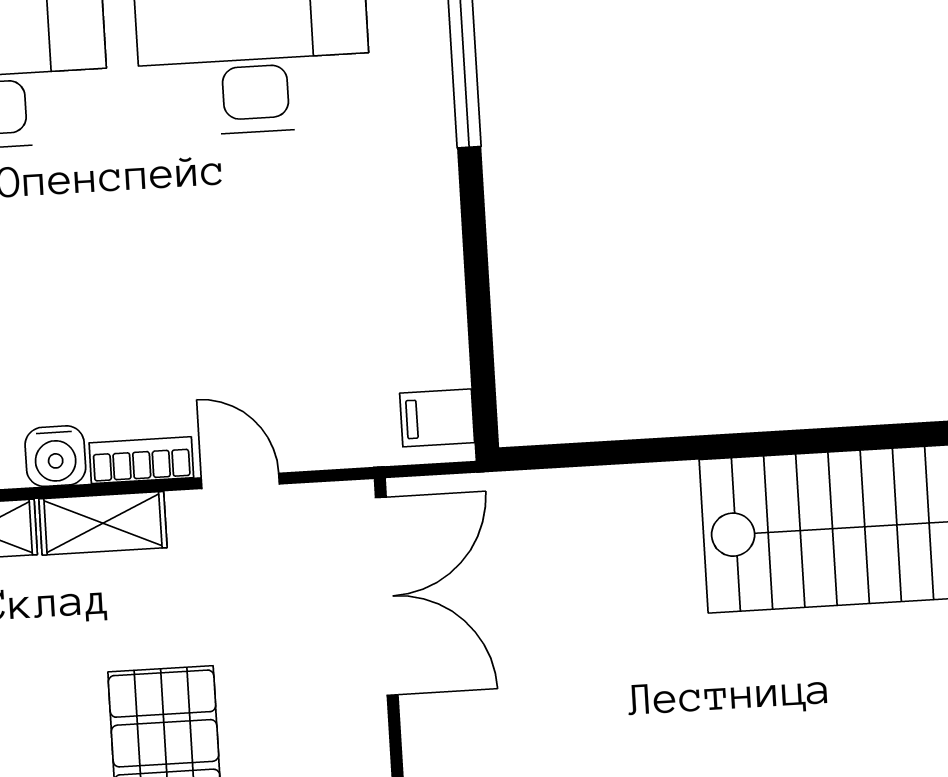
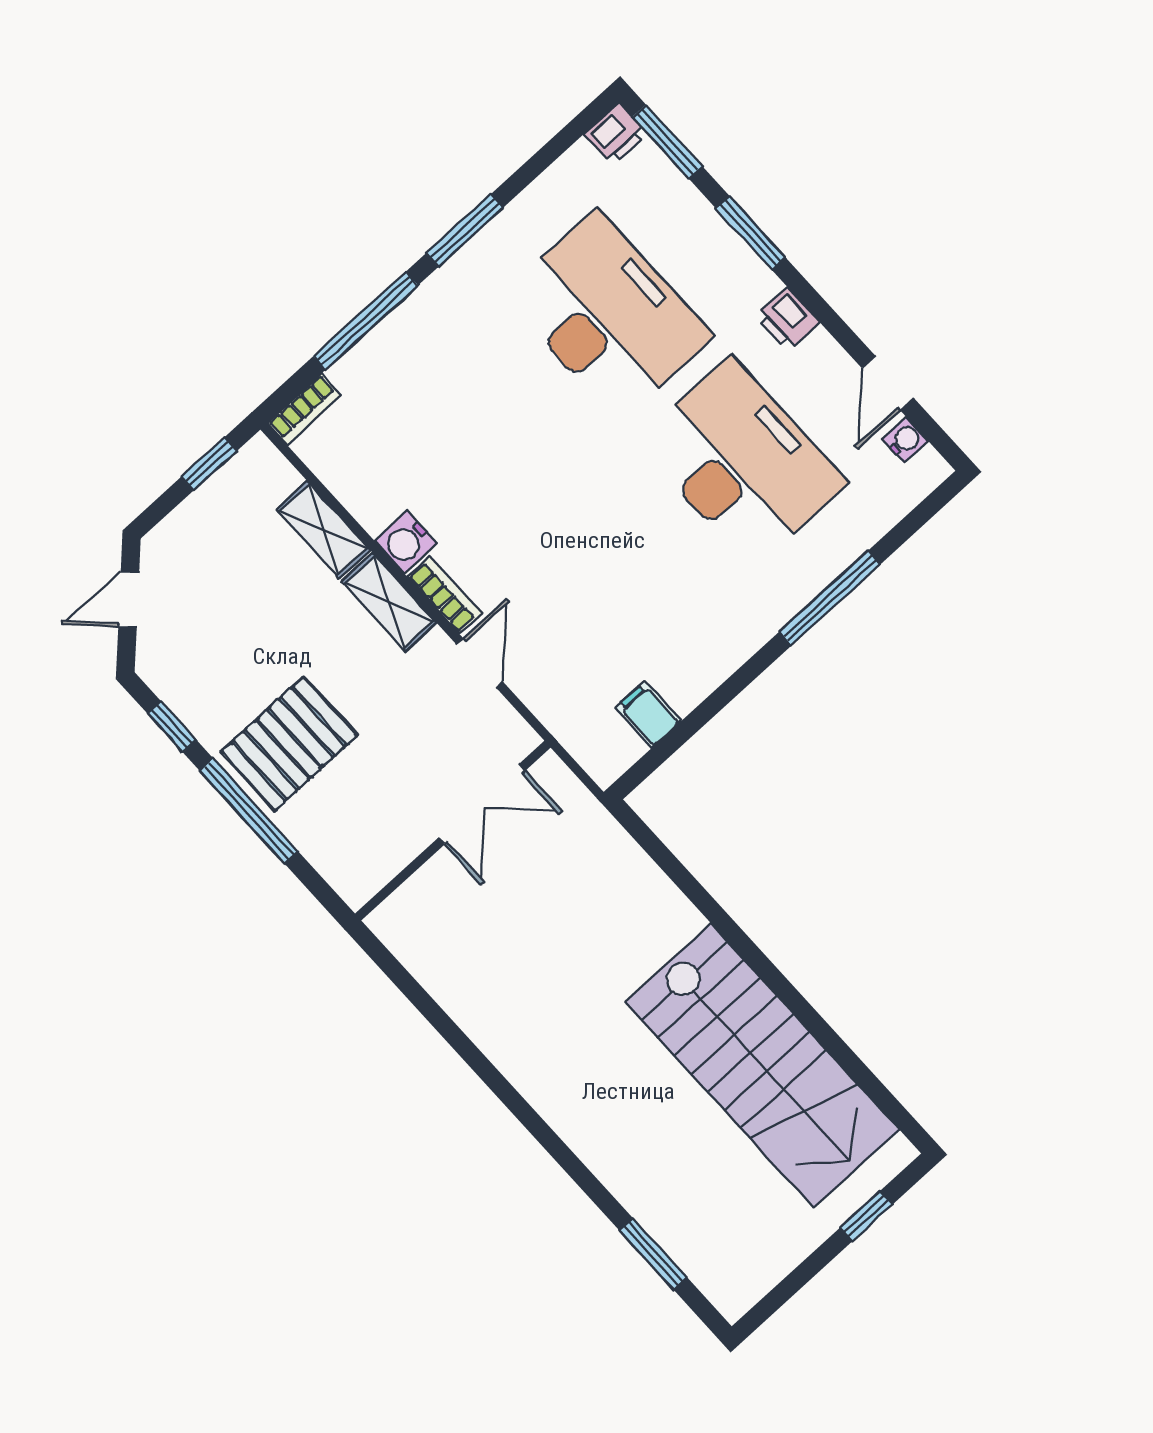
filing cabinet: (437, 418) -> (648, 714), moved
double door: (387, 596) -> (482, 804), width x0.73

